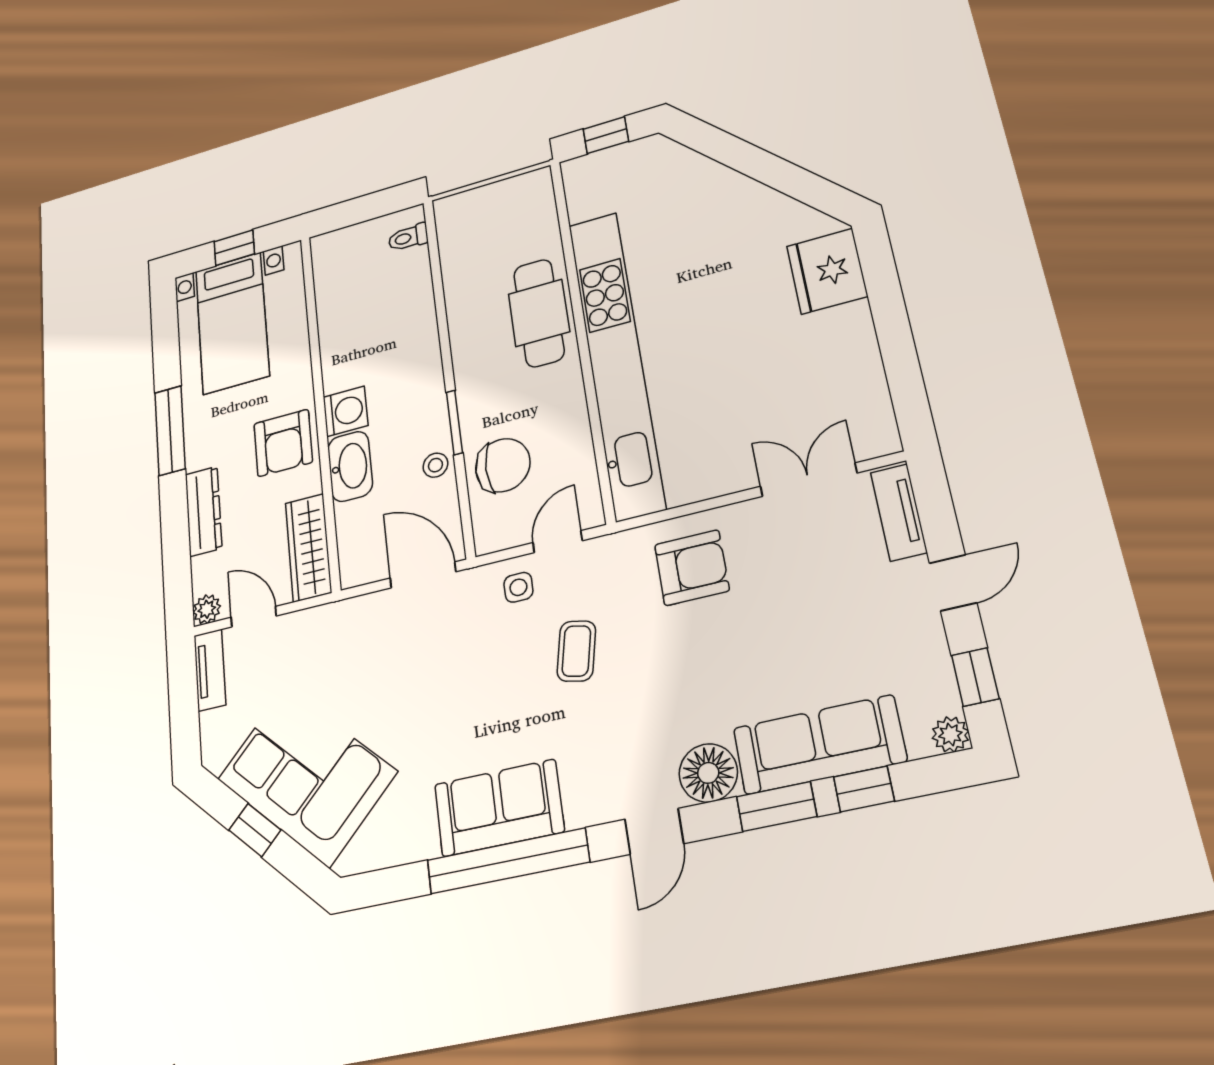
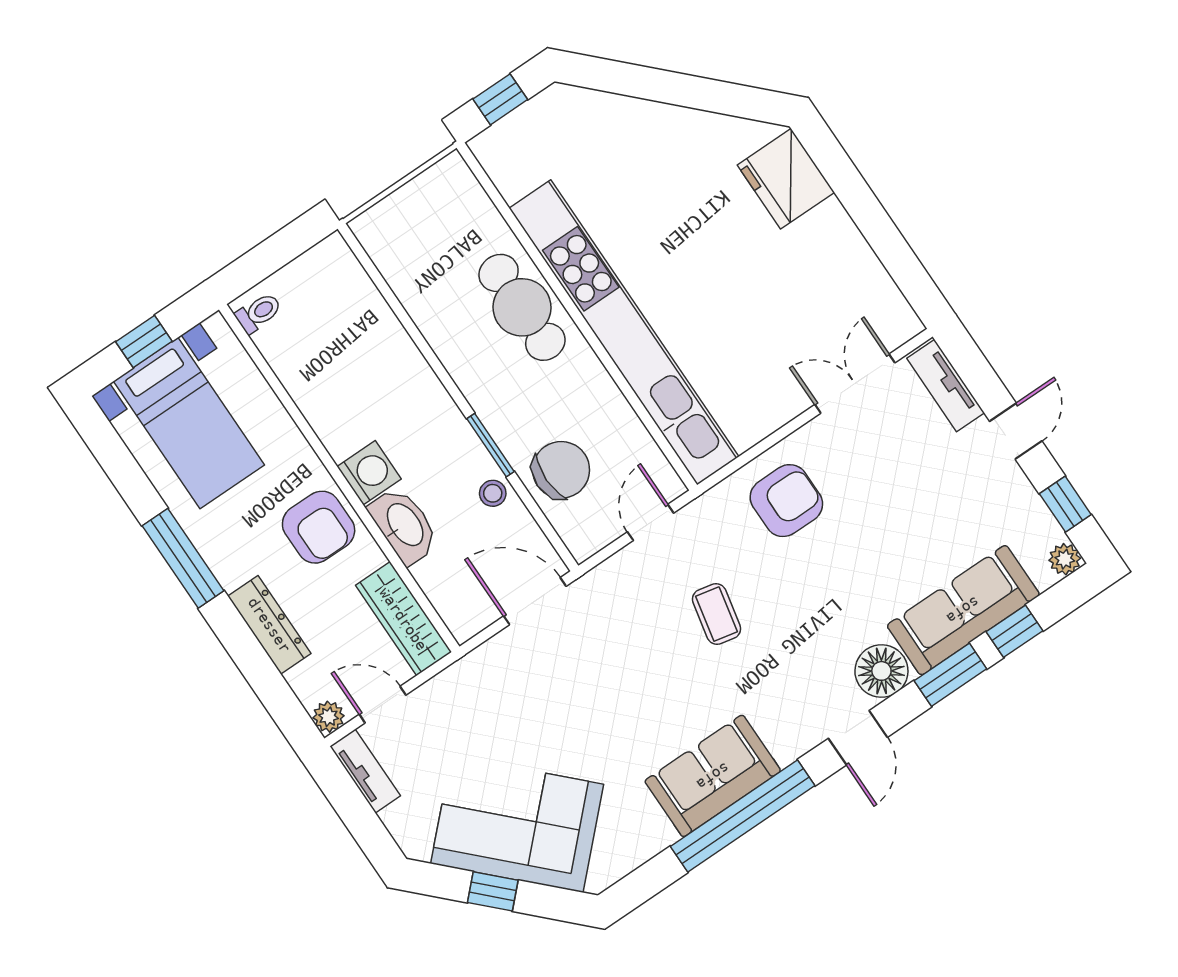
toilet: (408, 237) -> (259, 313), moved, turned 180
side table: (518, 587) -> (634, 578), removed

